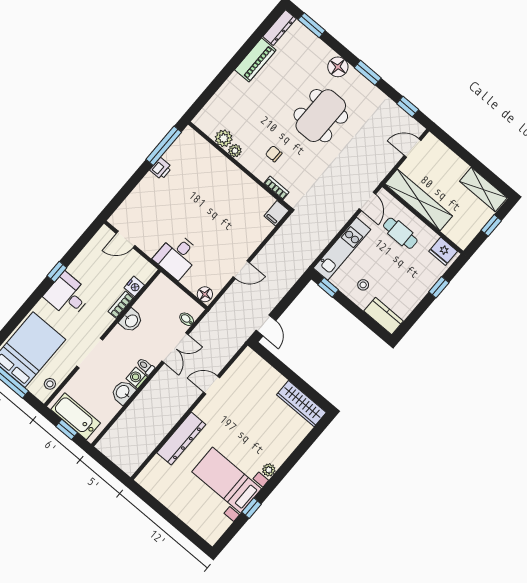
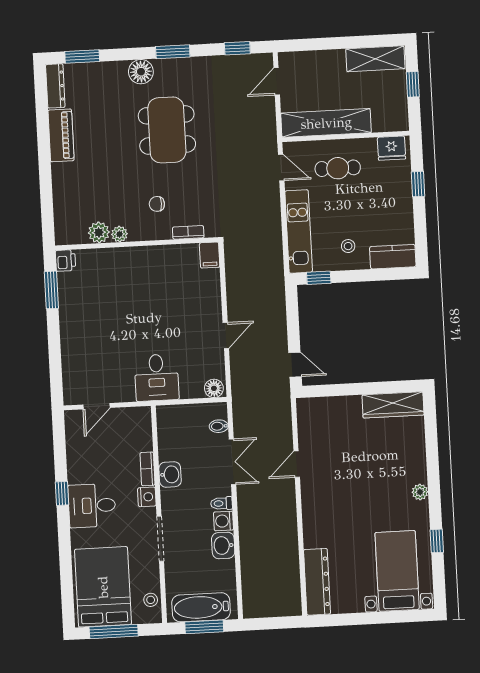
window: (164, 146) -> (51, 290), width x0.69
printer: (161, 169) -> (65, 260), moved
nightstand: (134, 286) -> (147, 497), moved
window: (67, 430) -> (204, 627), width x1.50
dresser: (181, 439) -> (317, 582), moved
bed with nightstands: (227, 480) -> (397, 571), moved, turned 90

